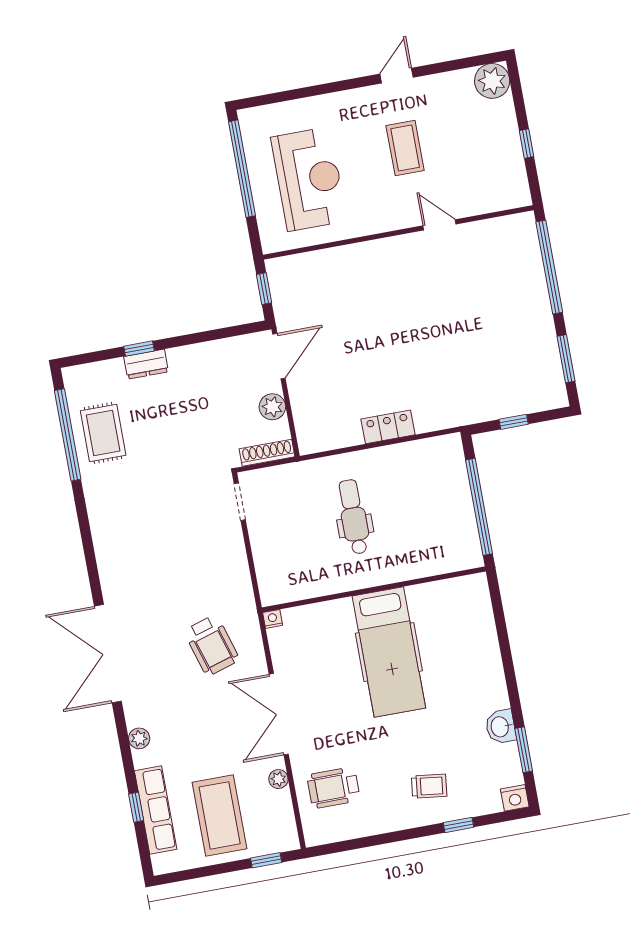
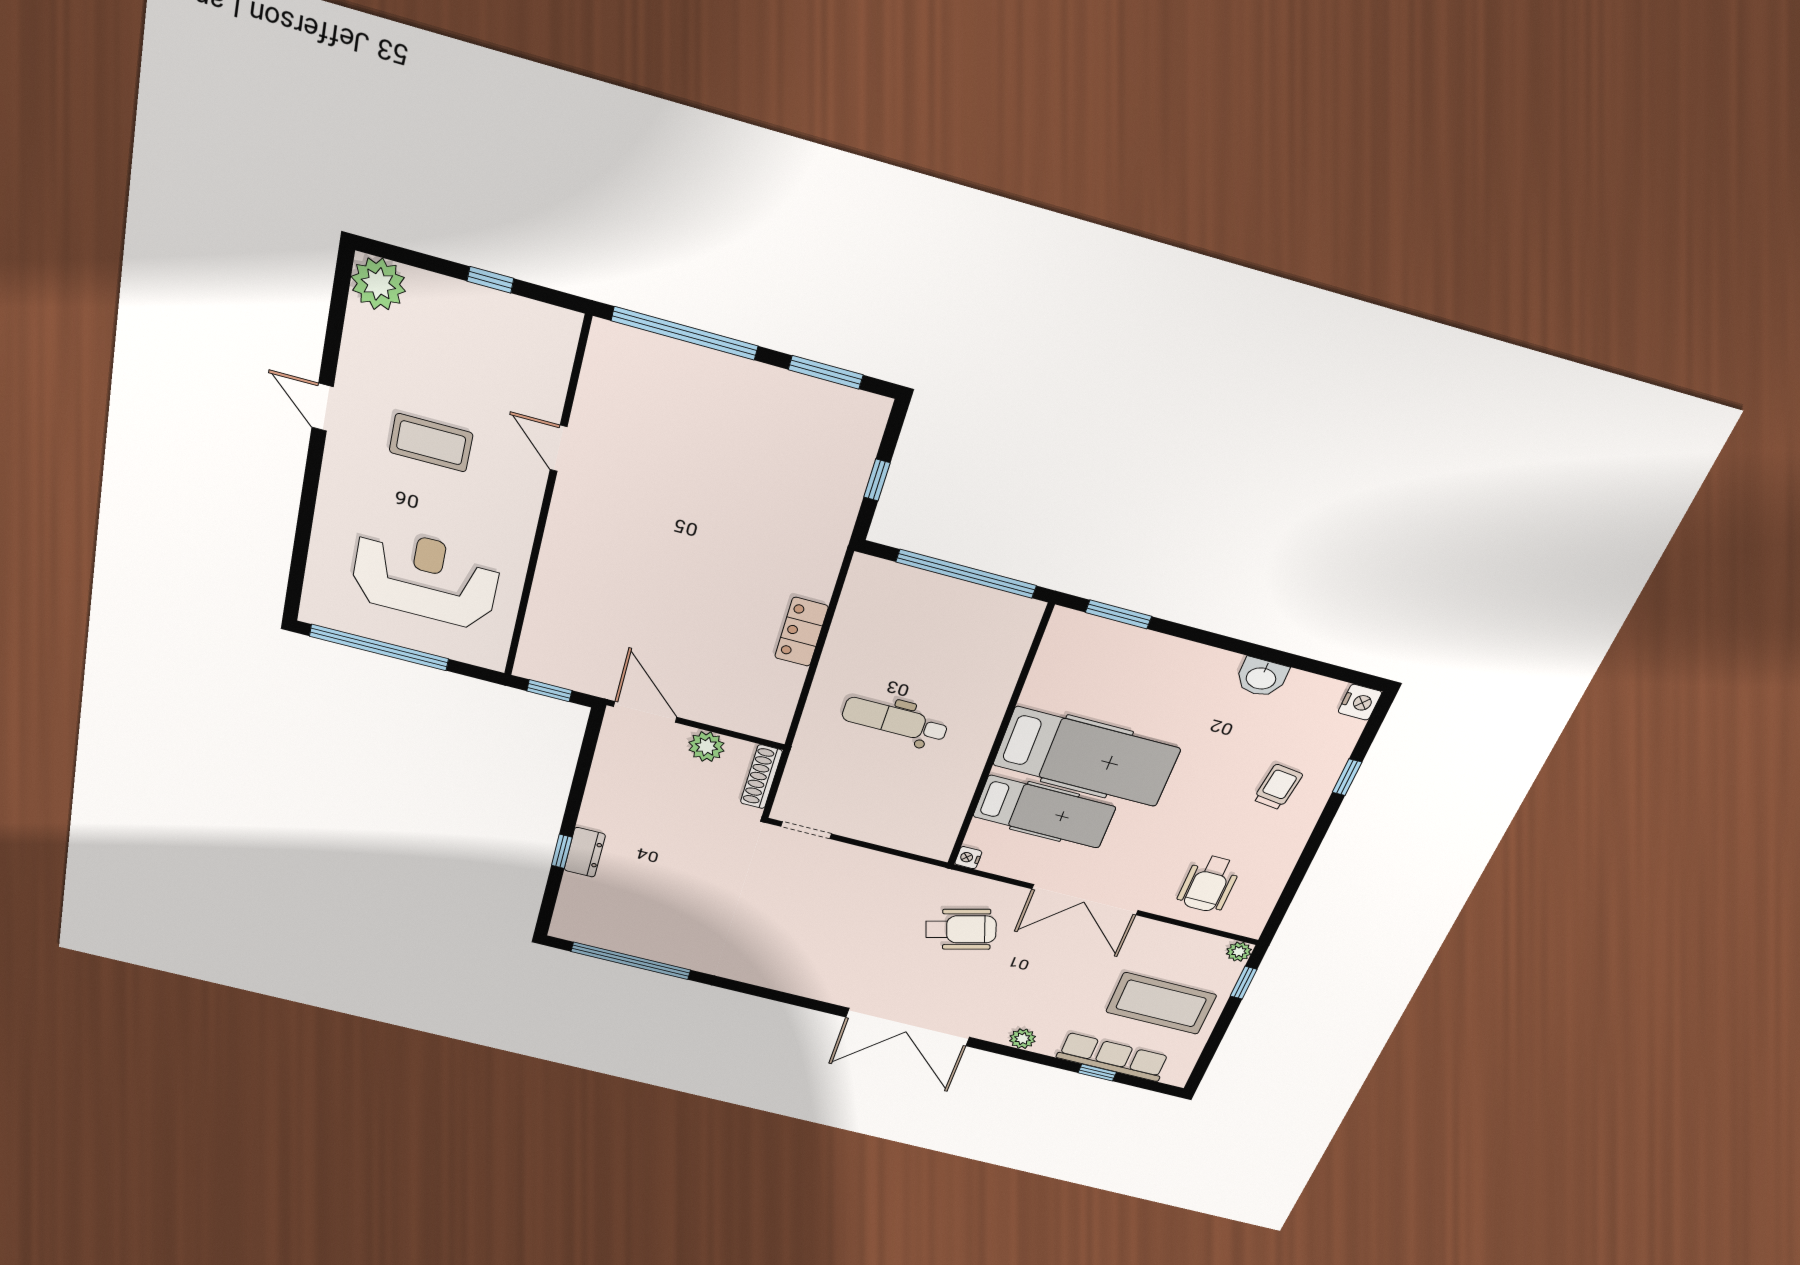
door: (439, 225) -> (559, 448), hinge flipped
rug: (103, 433) -> (647, 927), removed
hospital bed: (334, 649) -> (1044, 812), added
window: (524, 750) -> (1119, 614), moved
plant: (278, 779) -> (1239, 952), moved

